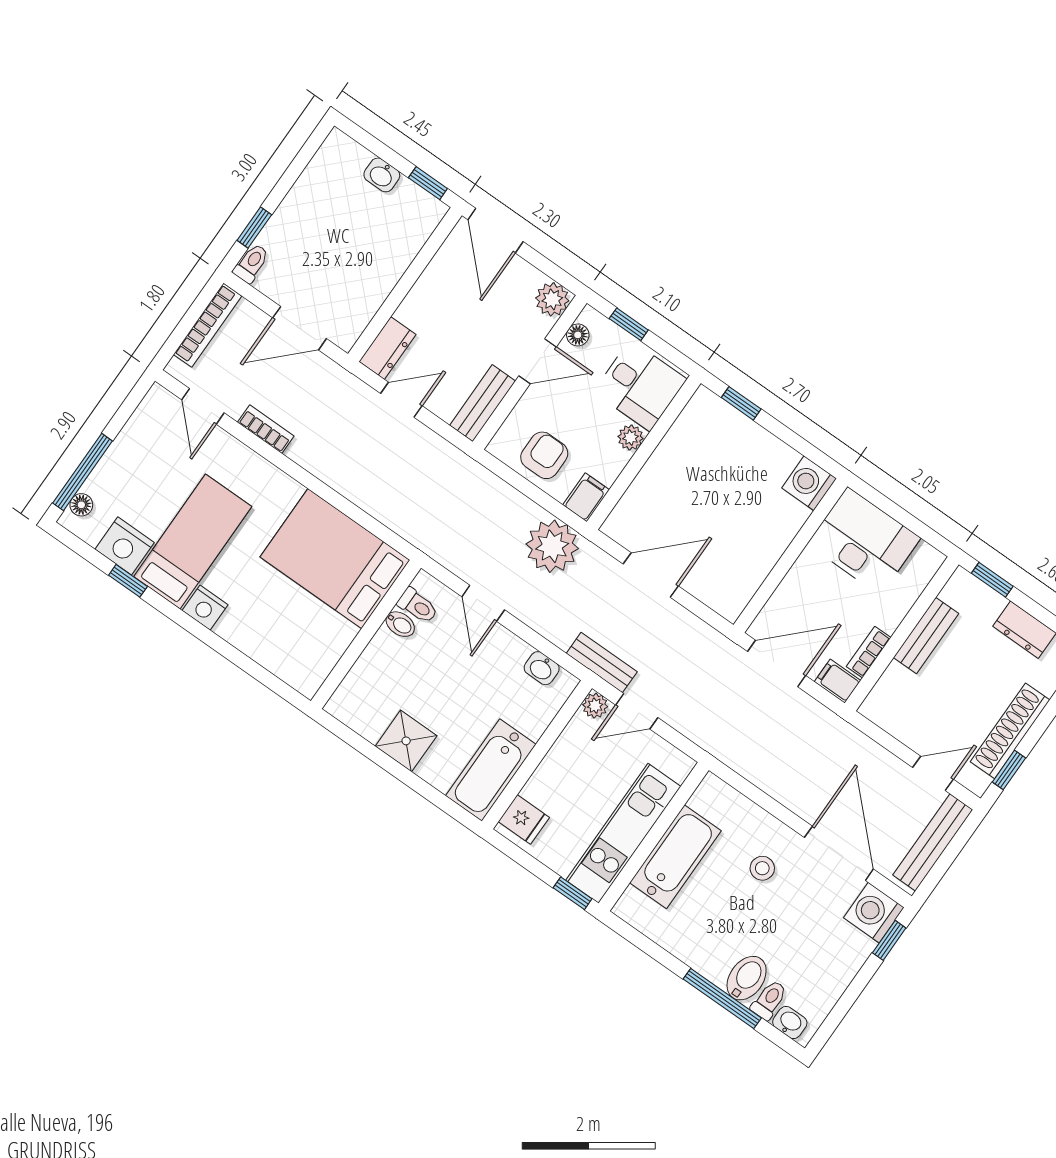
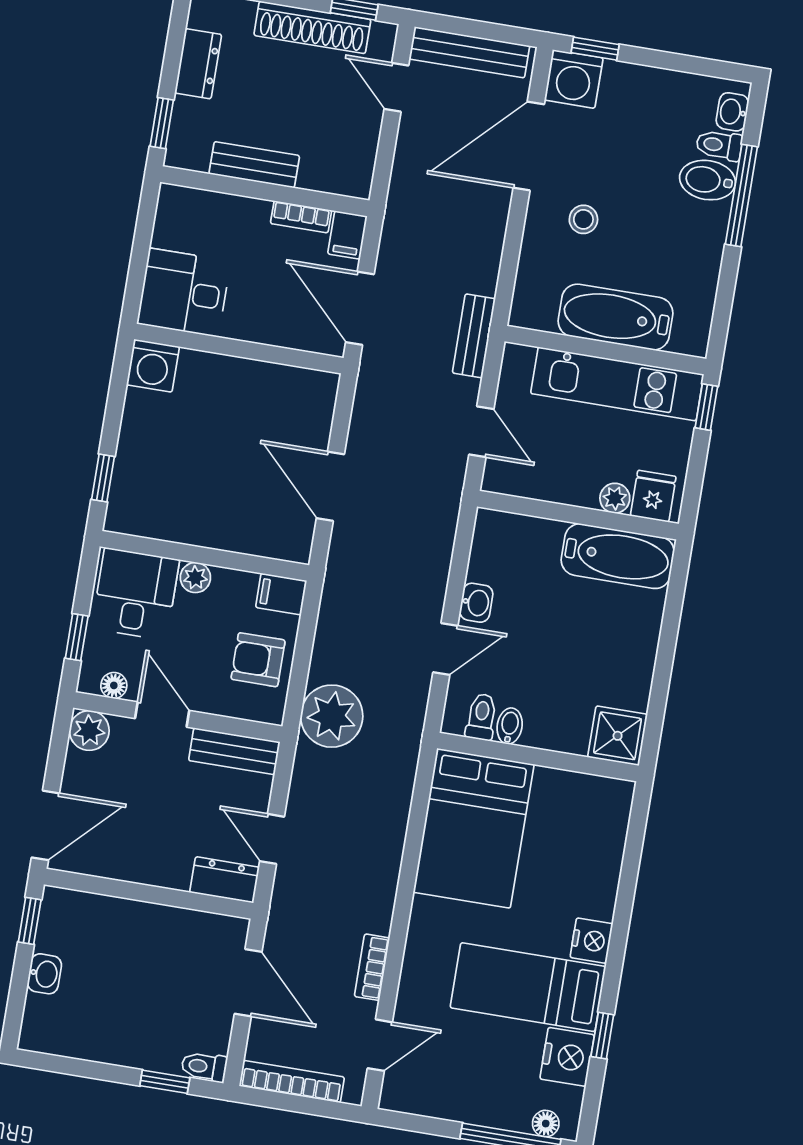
desk: (864, 541) -> (184, 293), width x0.73
plant: (552, 546) -> (332, 716), moved
bench: (602, 663) -> (474, 336), moved
washbasin: (542, 668) -> (476, 603), moved
plant: (595, 706) -> (615, 498), moved
shower: (406, 741) -> (618, 736), moved

